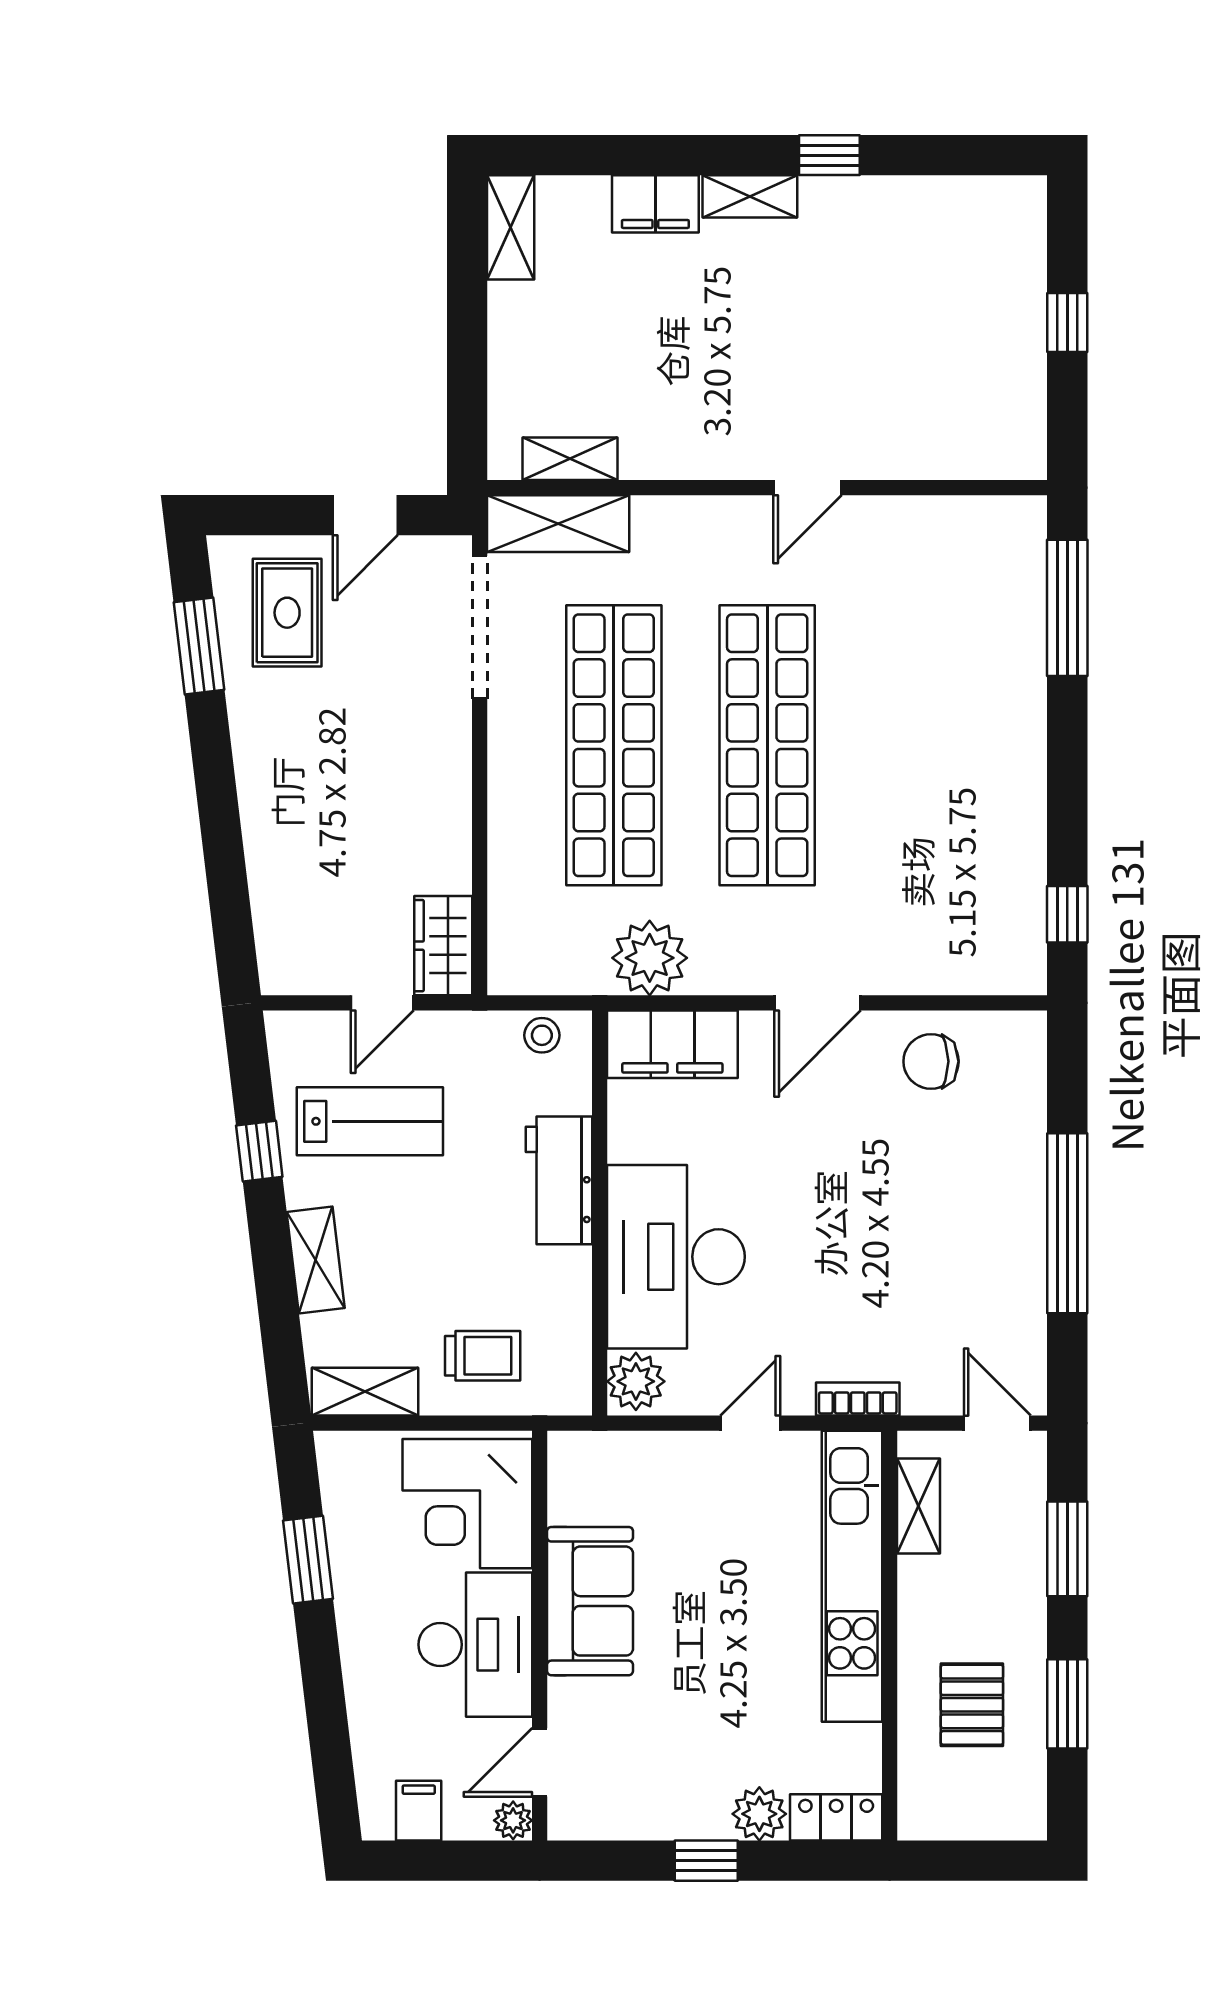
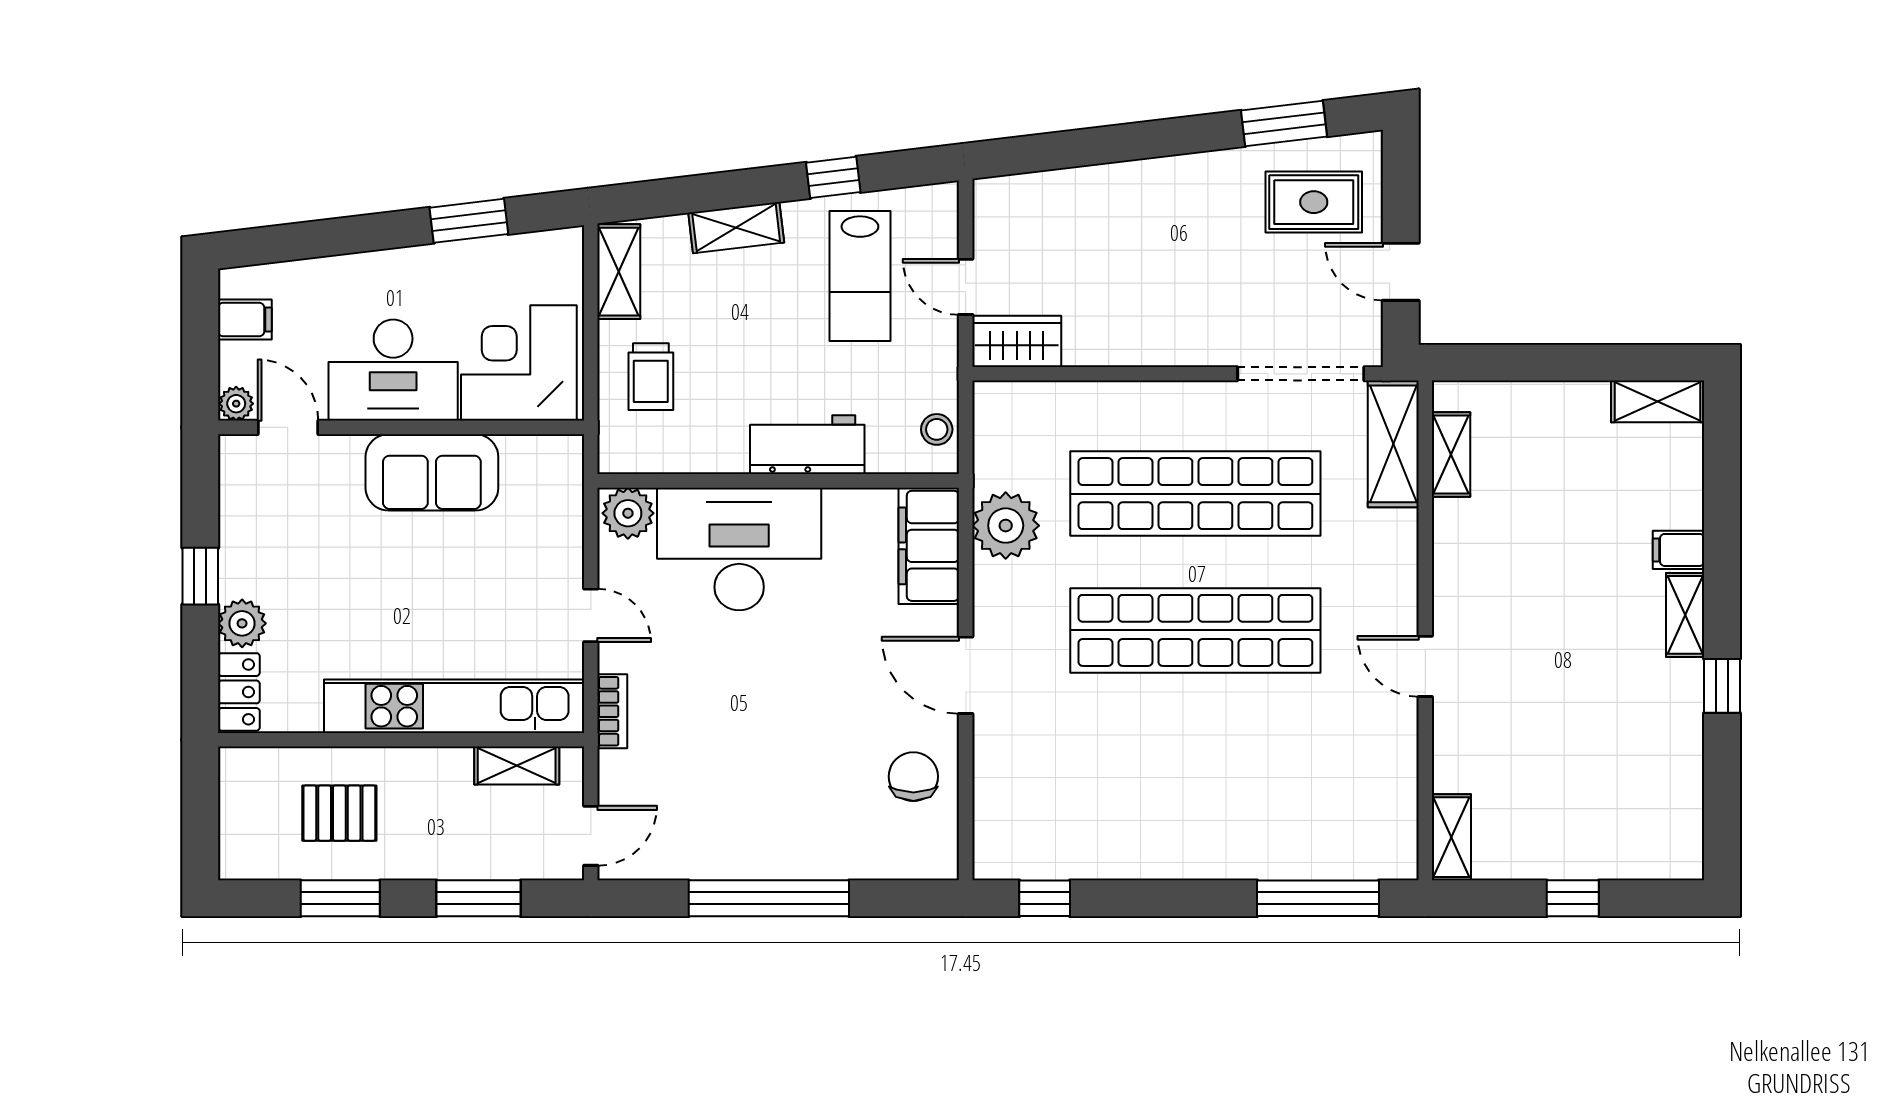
filing cabinet: (655, 204) -> (1679, 550), width x0.50
shelving: (999, 458) -> (1451, 837), added

